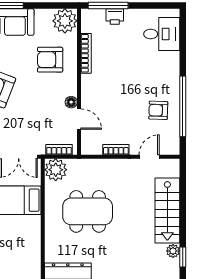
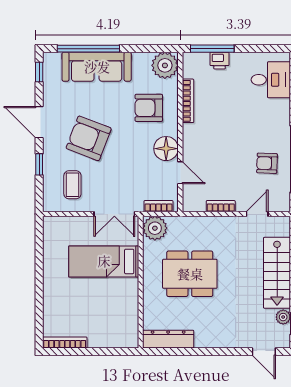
floor lamp: (71, 102) -> (166, 149), width x1.89, depth x1.89

